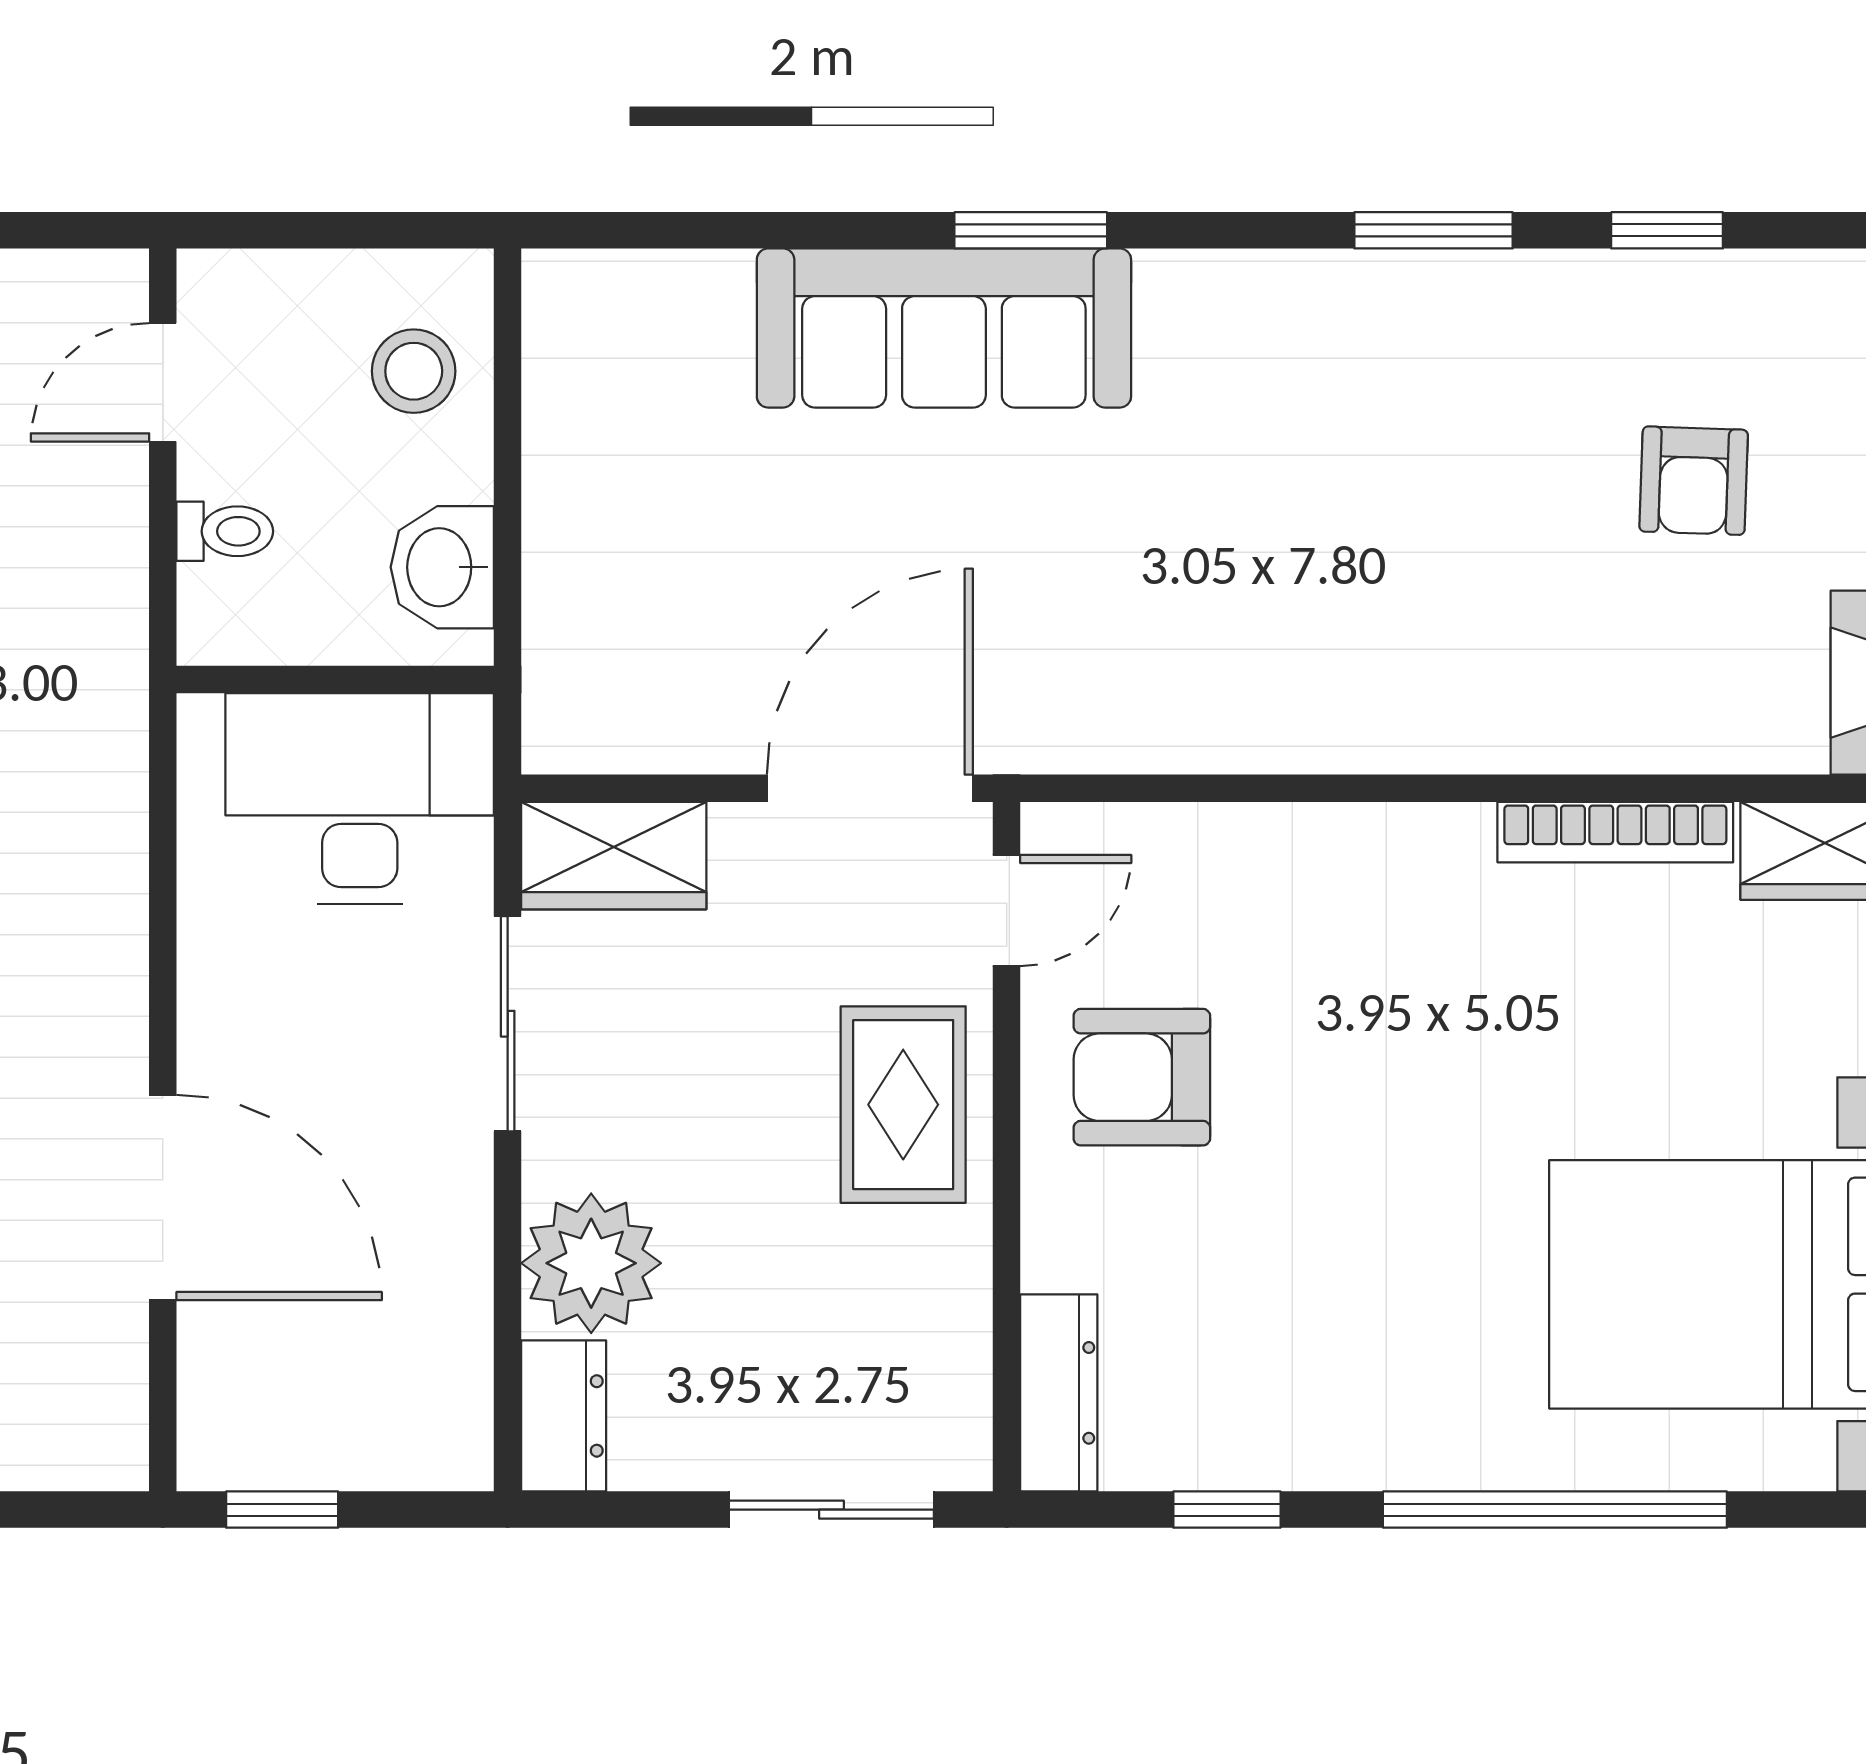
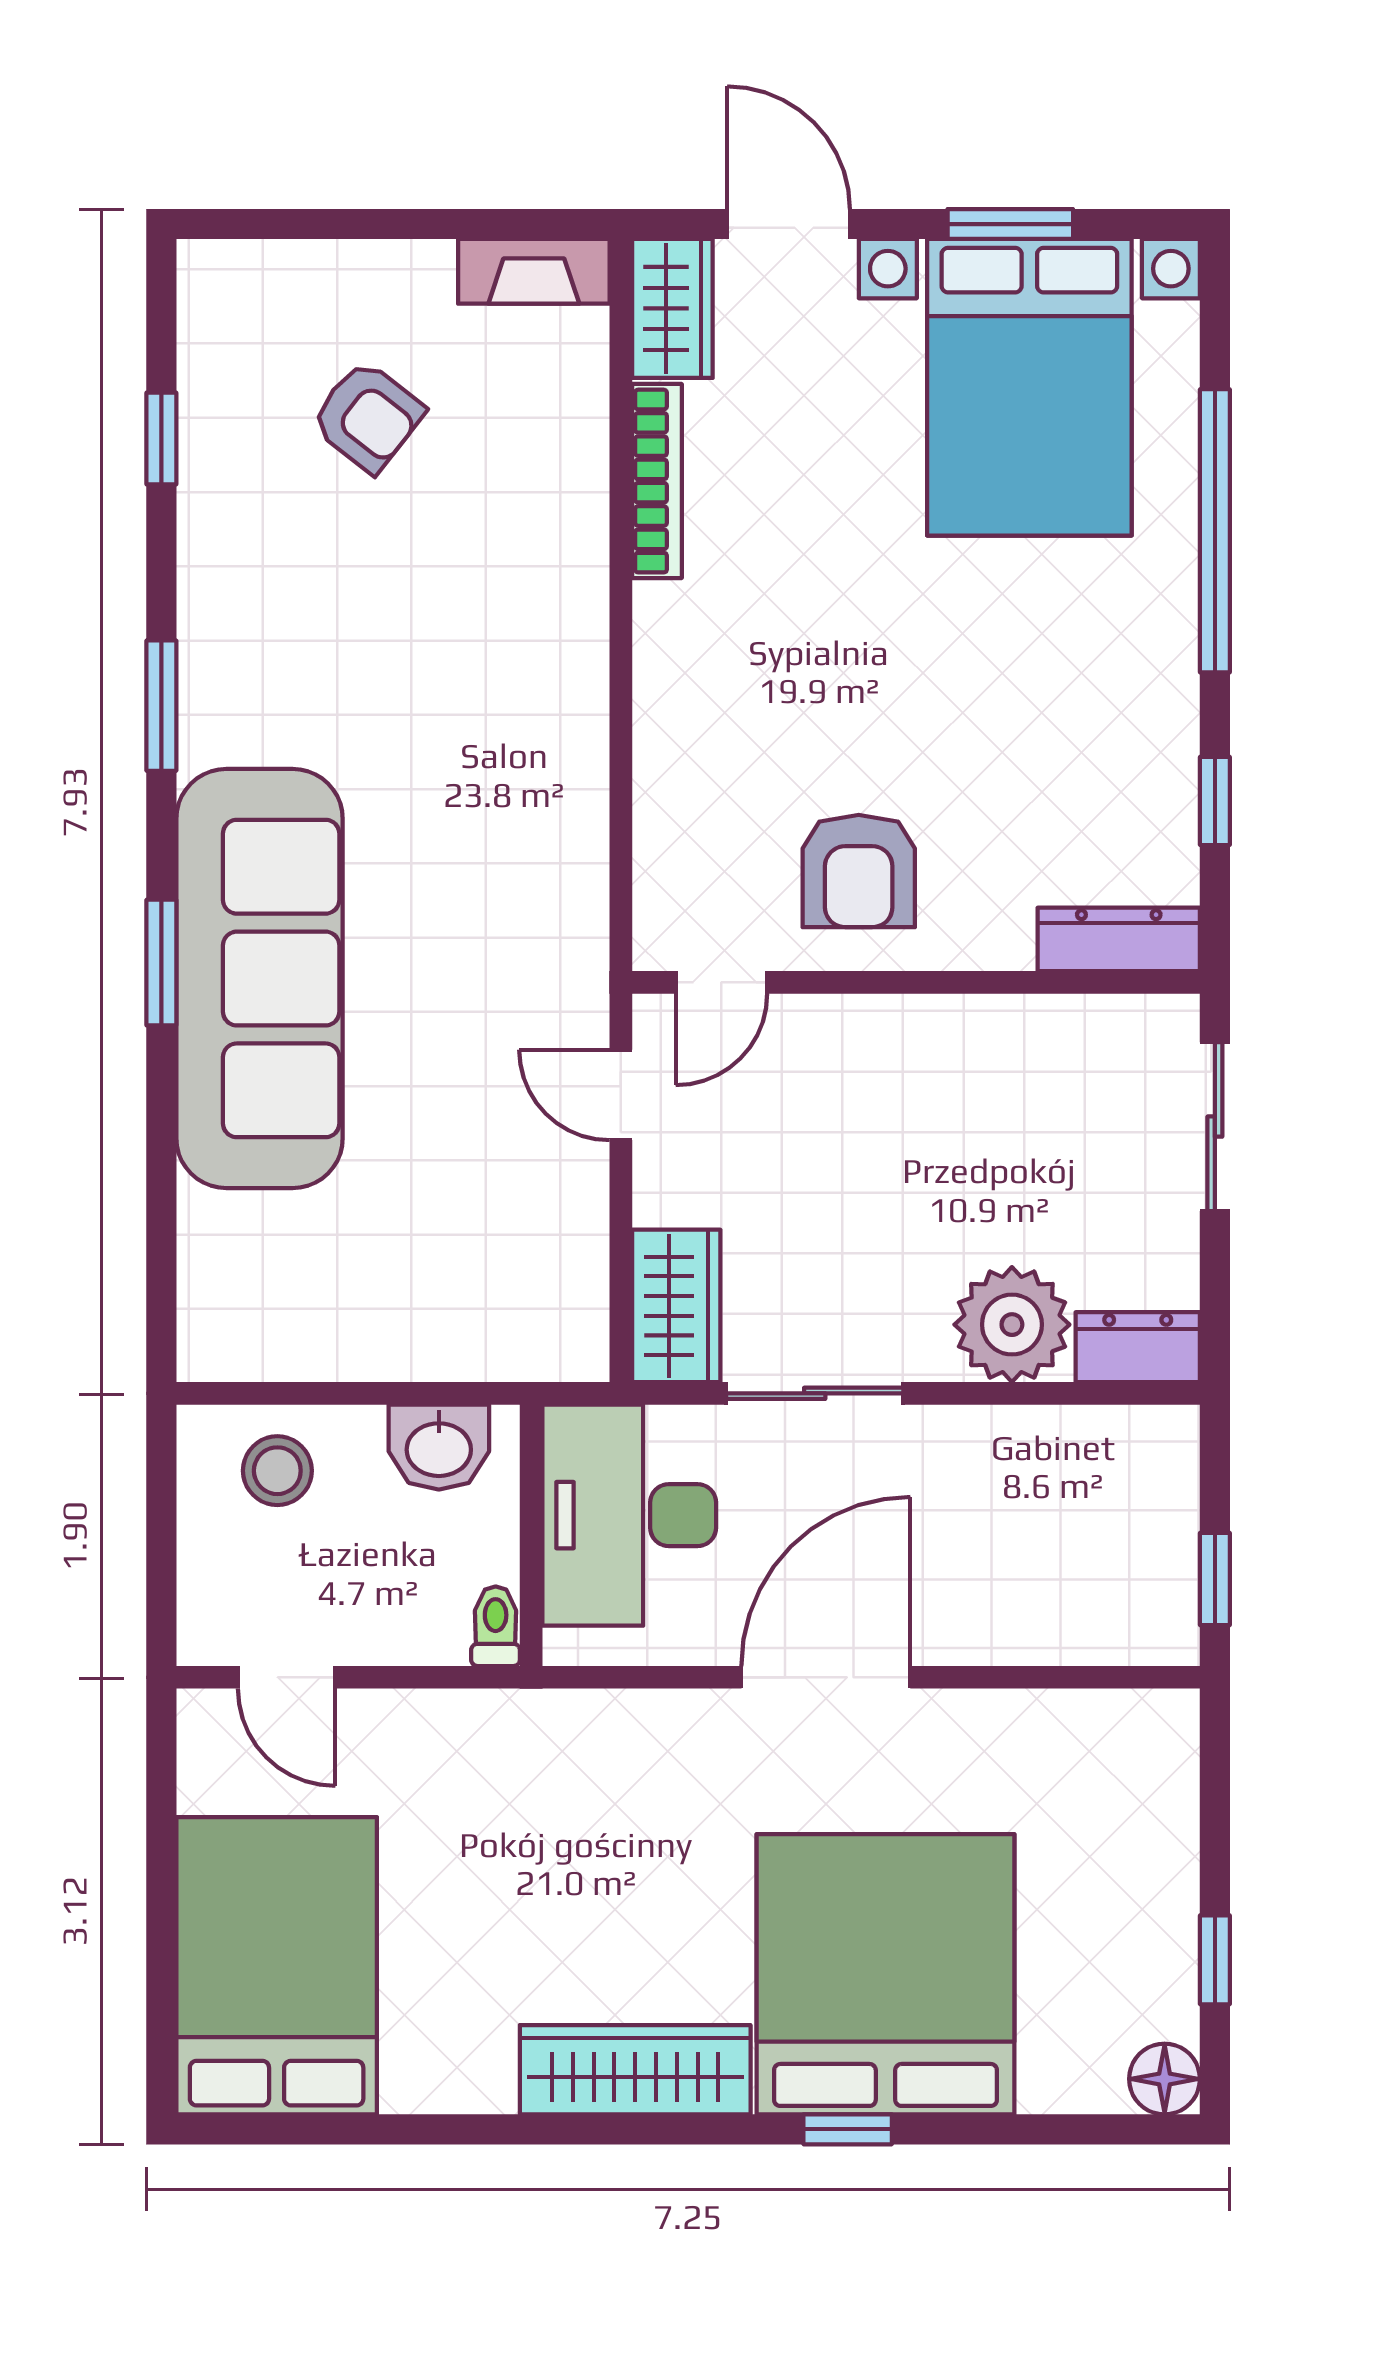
window: (1434, 230) -> (161, 706), moved
sofa: (944, 328) -> (260, 979), width x1.36, depth x1.27
armchair: (1694, 481) -> (367, 417), turned 36
toilet: (225, 531) -> (496, 1626), moved
door: (870, 788) -> (621, 1095), width x0.53
door: (1007, 910) -> (721, 982), swing flipped
rug: (903, 1105) -> (881, 1068), removed
door: (163, 1197) -> (826, 1677), moved

